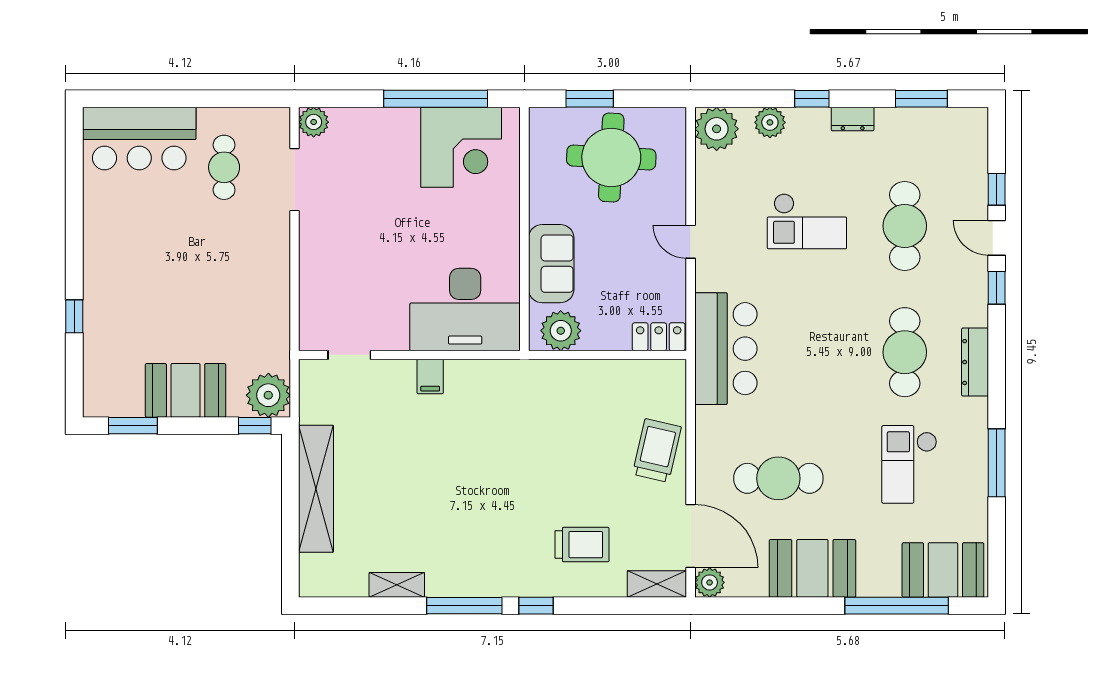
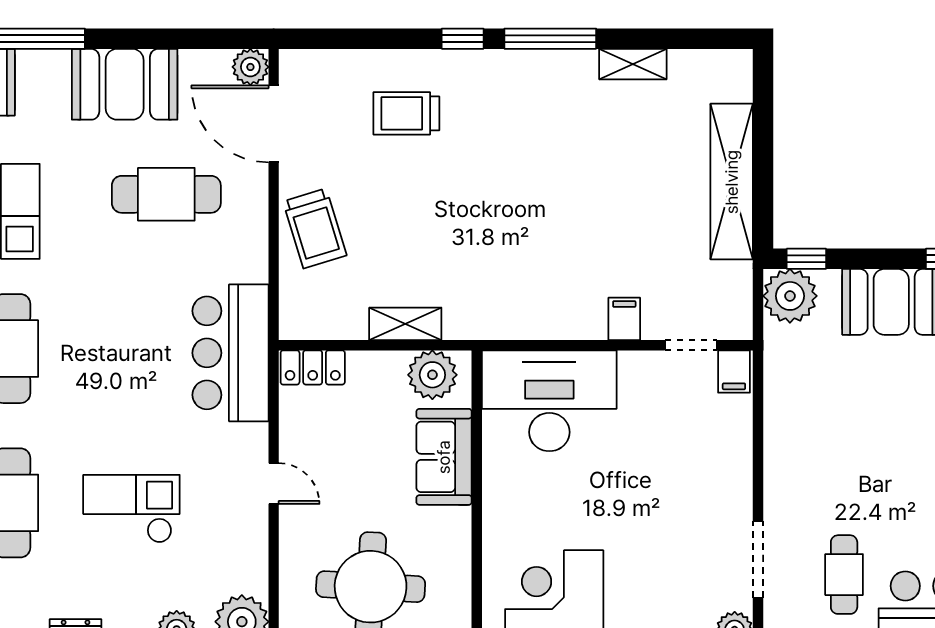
filing cabinet: (314, 333) -> (734, 371), added
filing cabinet: (430, 376) -> (624, 319), moved
trolley: (657, 450) -> (315, 228), turned -30
shelving: (657, 584) -> (405, 324), moved

